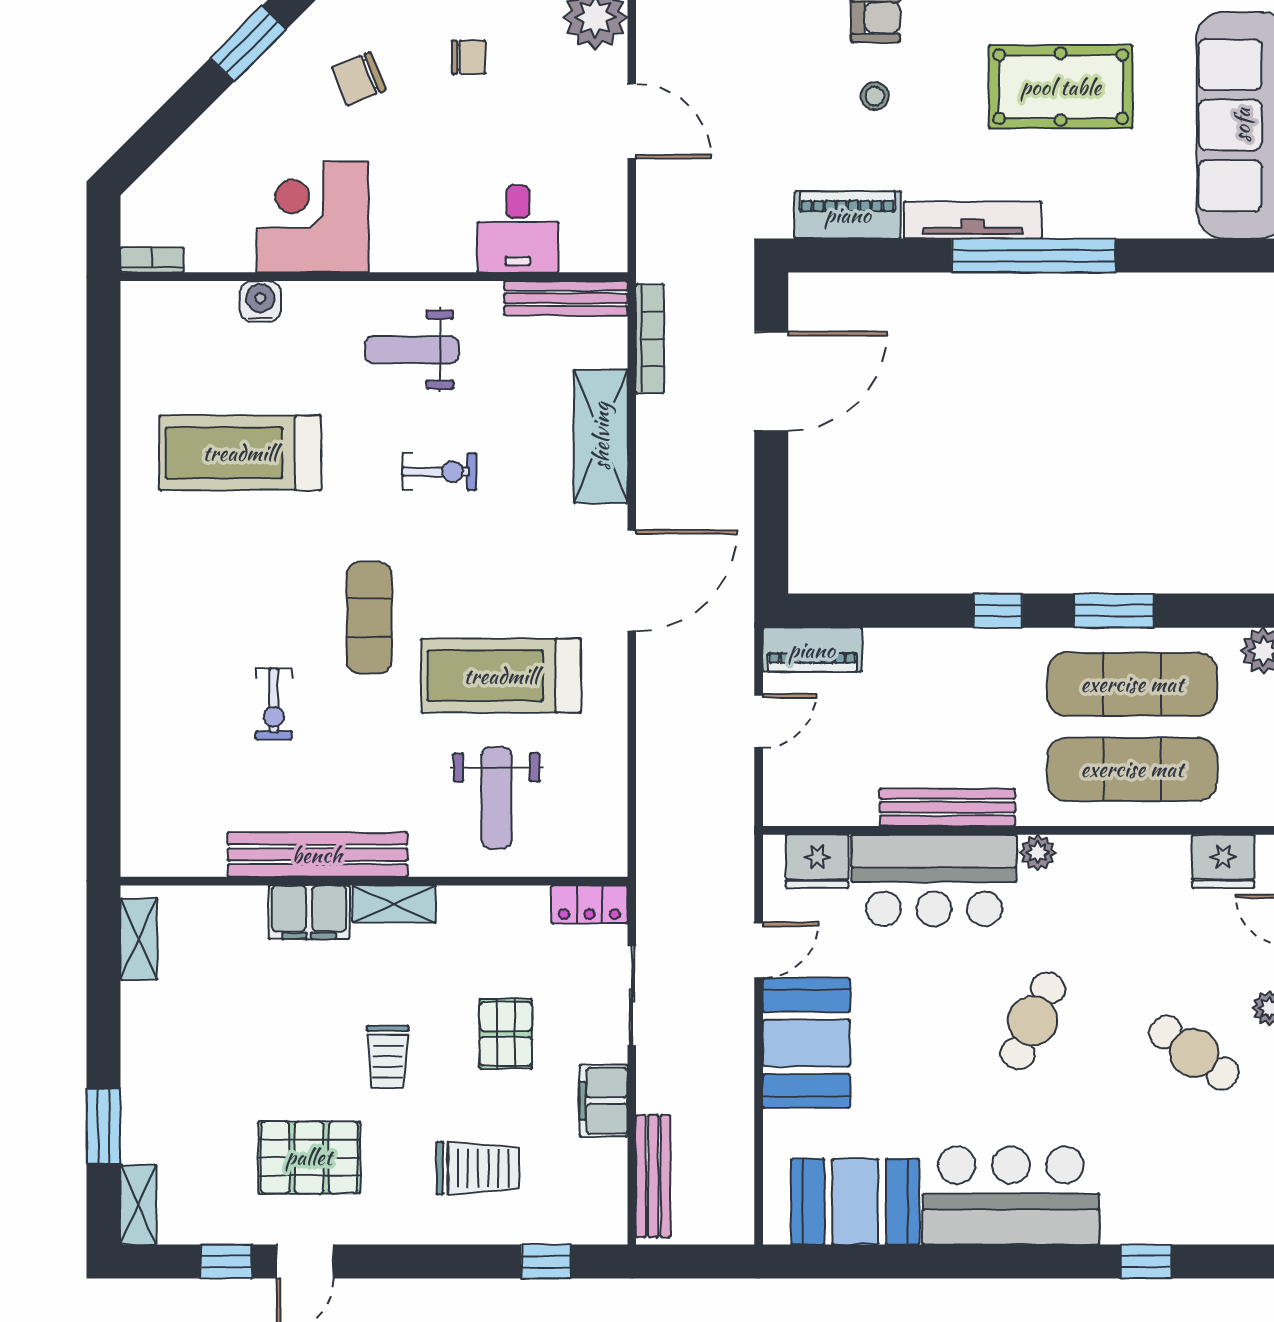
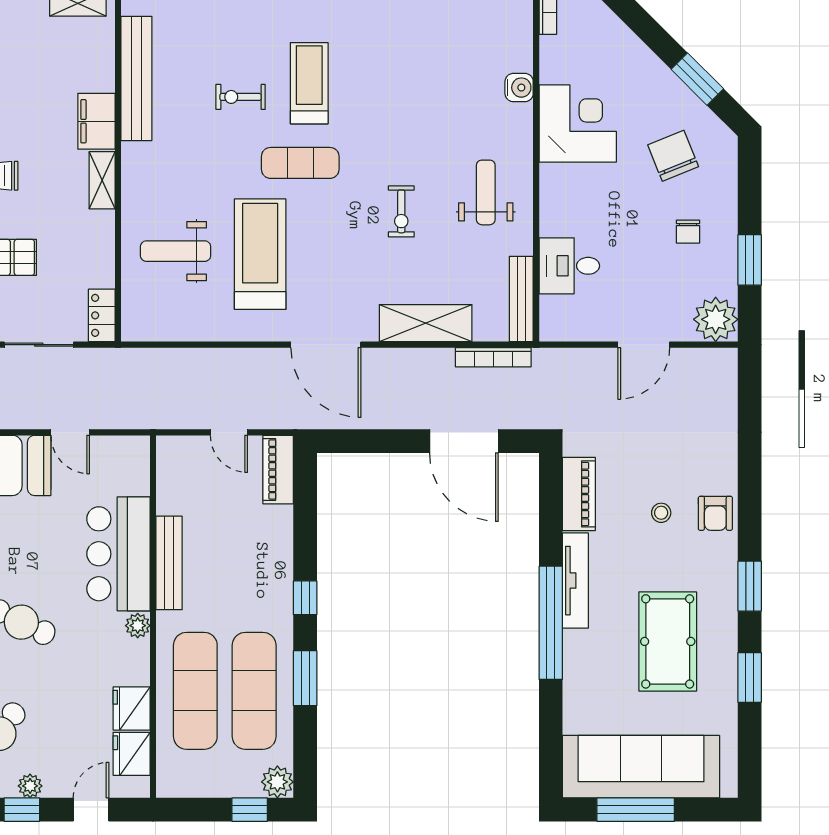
chair: (359, 79) -> (673, 156), width x1.37, depth x1.37
treadmill: (240, 453) -> (309, 83), moved, width x0.73, depth x0.73
bench: (317, 855) -> (136, 78), moved
fridge: (817, 861) -> (132, 708), moved

